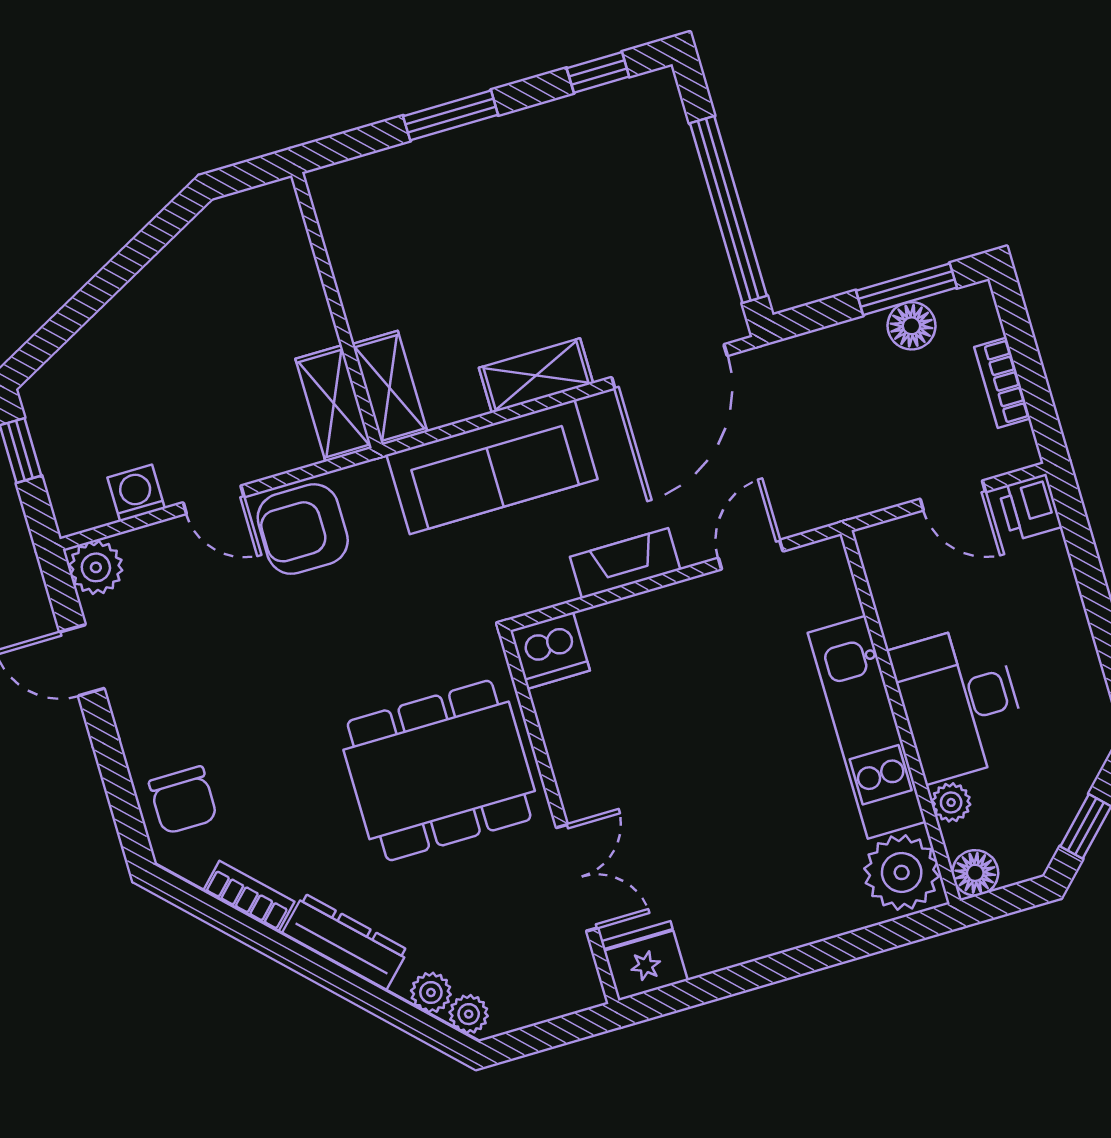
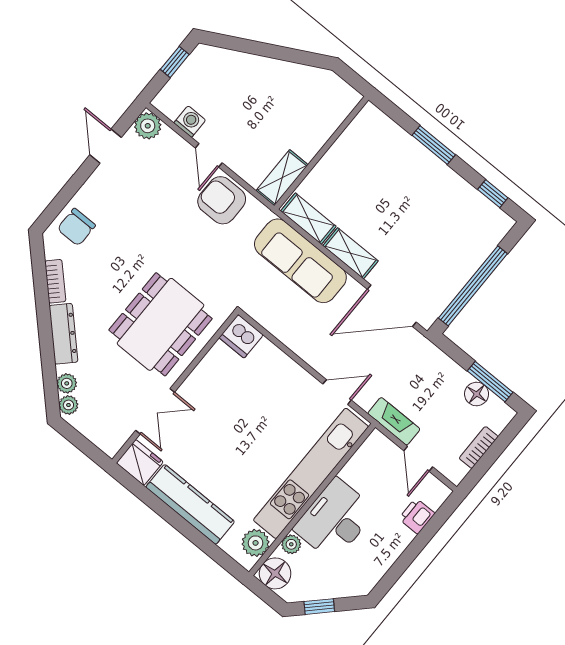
shelving: (390, 388) -> (308, 219), moved, turned 90
printer: (1030, 507) -> (417, 516), moved
fireplace: (625, 563) -> (394, 421), moved
kitchen unit: (867, 727) -> (311, 473), width x1.36
dining table: (439, 770) -> (161, 324), turned 90
plant: (902, 872) -> (256, 543), width x0.73, depth x0.73
floor lamp: (975, 873) -> (275, 573), width x1.38, depth x1.38
kitchen counter: (771, 925) -> (190, 504), added

